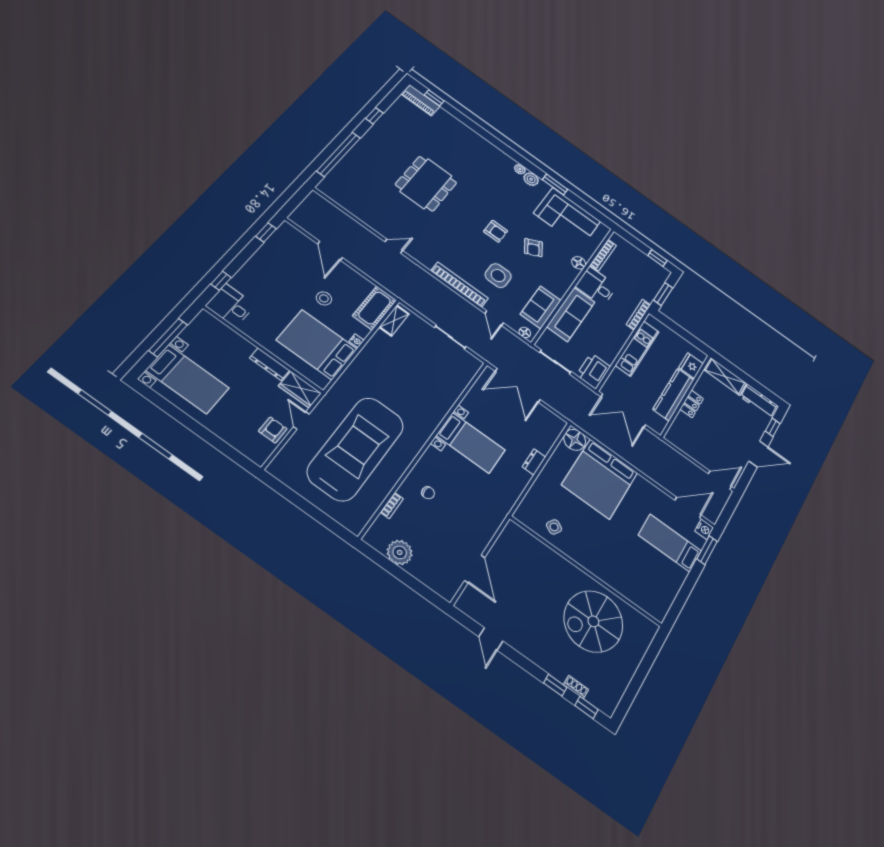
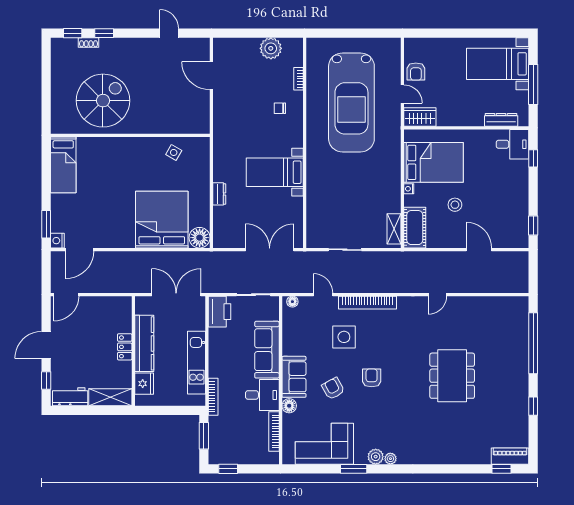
armchair: (496, 231) -> (372, 378), turned 90
sofa: (541, 307) -> (294, 377), moved
dresser: (270, 364) -> (501, 120), moved
bed: (670, 543) -> (63, 165), moved, turned 90

